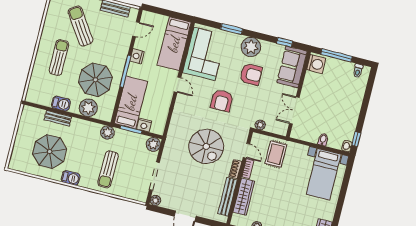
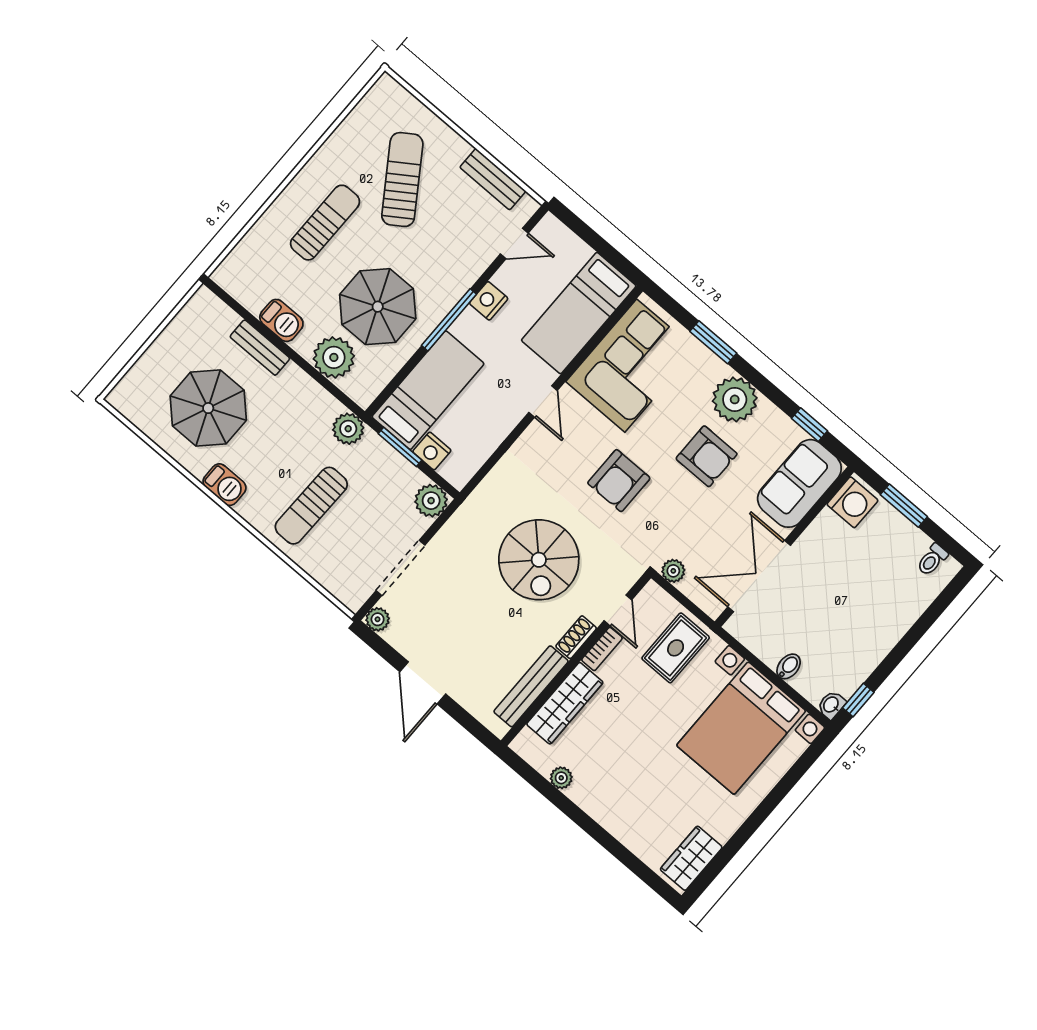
window: (337, 55) -> (904, 506), width x0.69
double door: (294, 110) -> (759, 576), width x1.37
bed with nightstands: (324, 174) -> (741, 728), width x1.36

